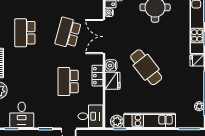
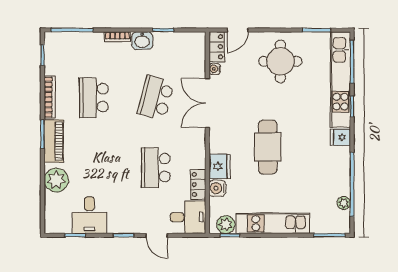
water cooler: (111, 65) -> (217, 188), moved
cafe table: (146, 67) -> (268, 147), turned 38
locker: (98, 76) -> (198, 185), moved

